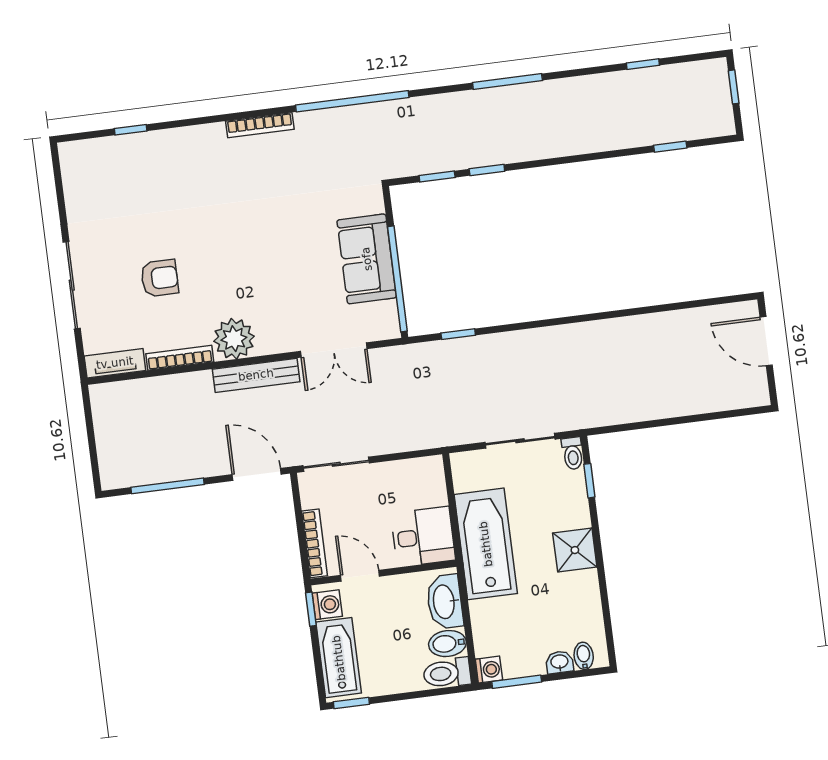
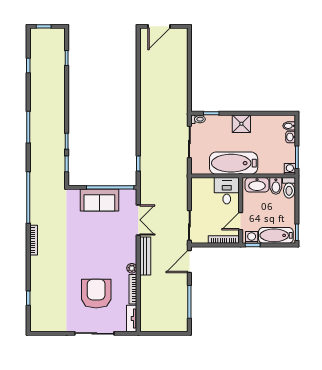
armchair: (160, 278) -> (96, 294), width x1.88, depth x1.88
plant: (234, 339) -> (132, 268), width x0.53, depth x0.53

